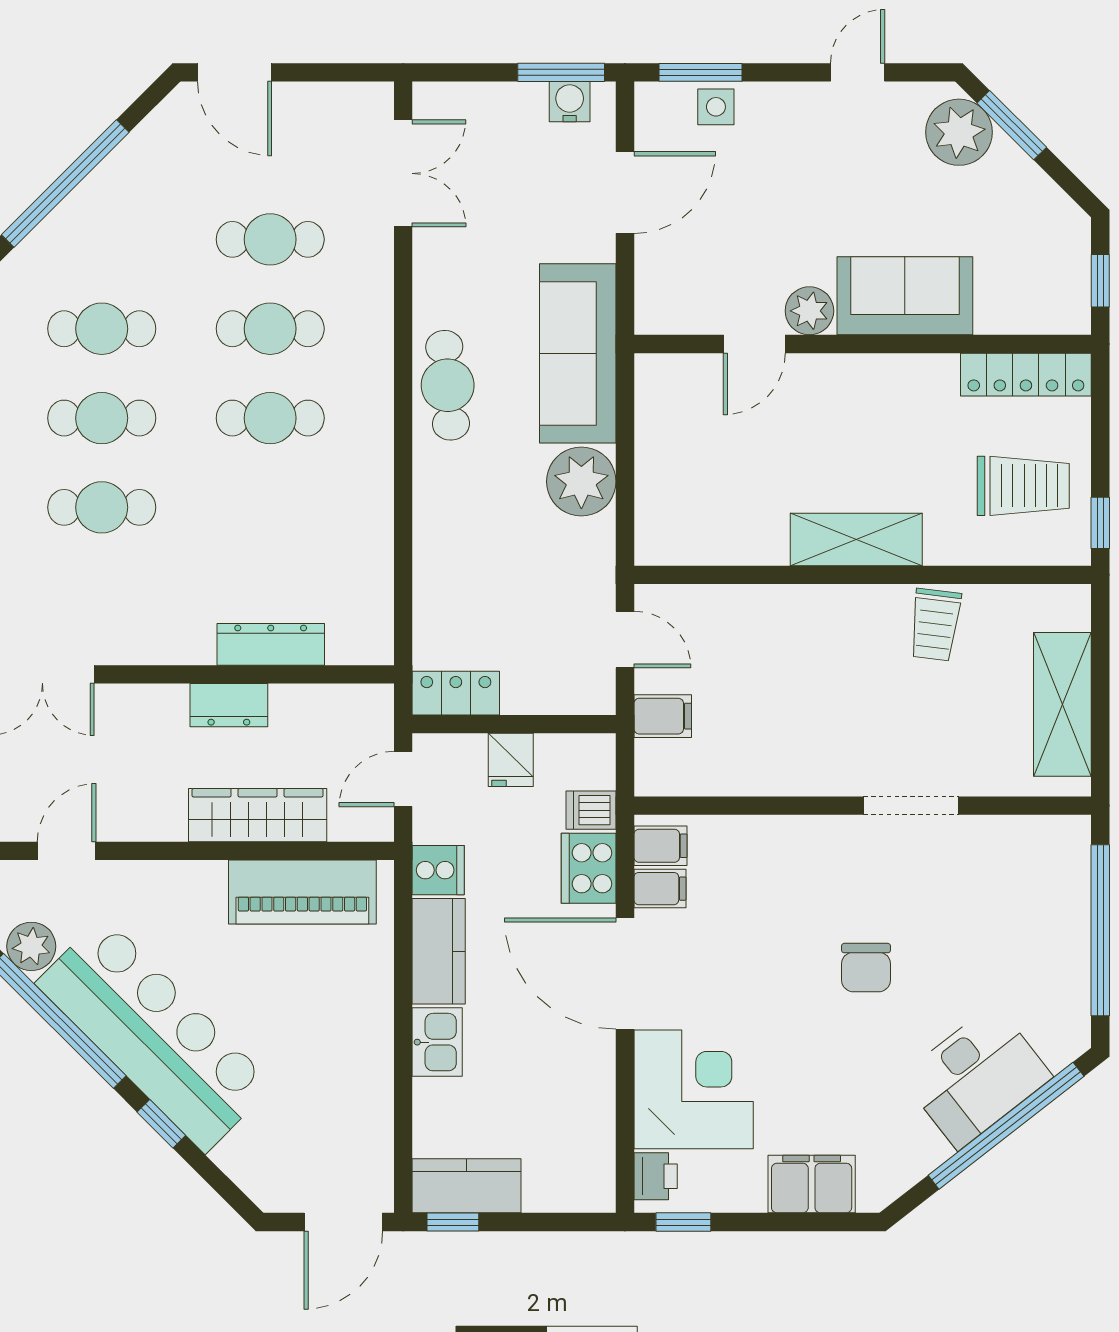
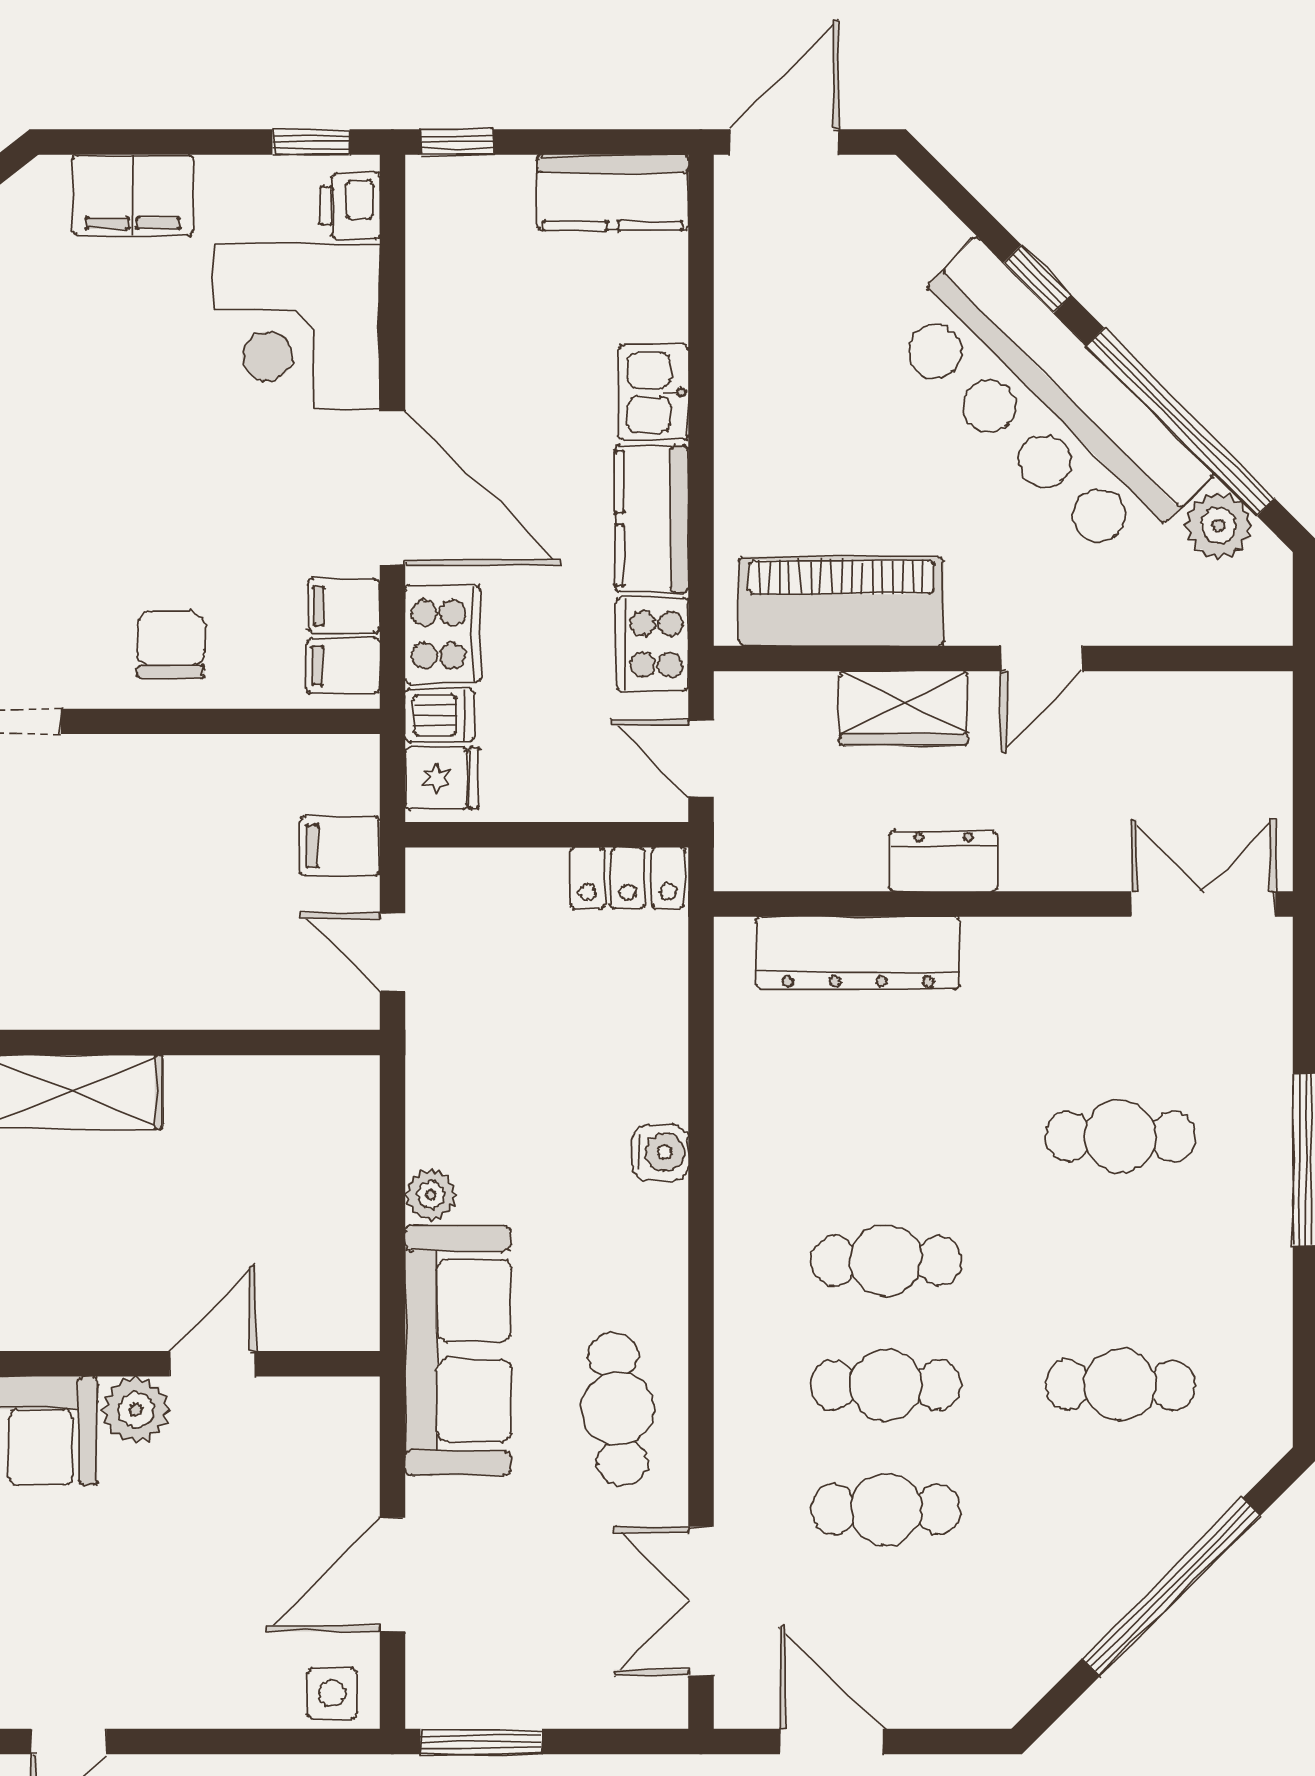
door: (235, 72) -> (831, 1742), moved
window: (700, 72) -> (287, 1742), removed
water cooler: (570, 102) -> (660, 1152), moved, turned -90
side table: (716, 107) -> (332, 1693), moved
cafe table: (448, 385) -> (618, 1409), moved
cafe table: (102, 418) -> (1120, 1261), removed
plant: (581, 482) -> (431, 1195), width x0.53, depth x0.53
dresser: (271, 644) -> (858, 953), width x1.37, depth x1.24
fridge: (511, 760) -> (442, 778), moved, turned 90
door: (403, 779) -> (701, 758), swing flipped
wardrobe: (258, 815) -> (904, 708), width x0.67
door: (67, 851) -> (1042, 658), moved
cooker: (438, 870) -> (652, 644), width x1.36
chair: (866, 968) -> (171, 645), moved
window: (453, 1222) -> (457, 142), moved

